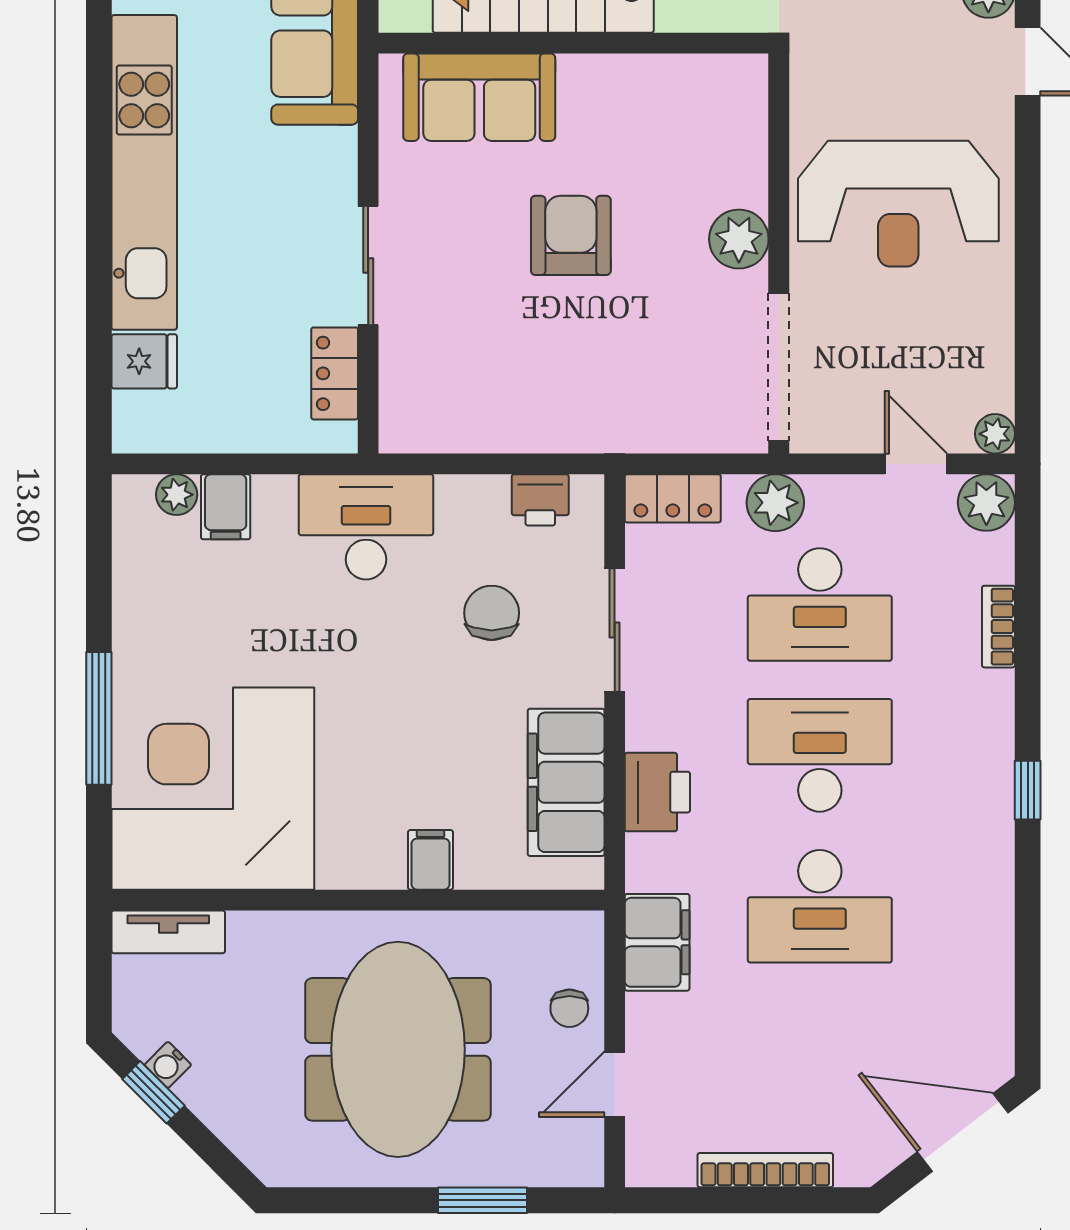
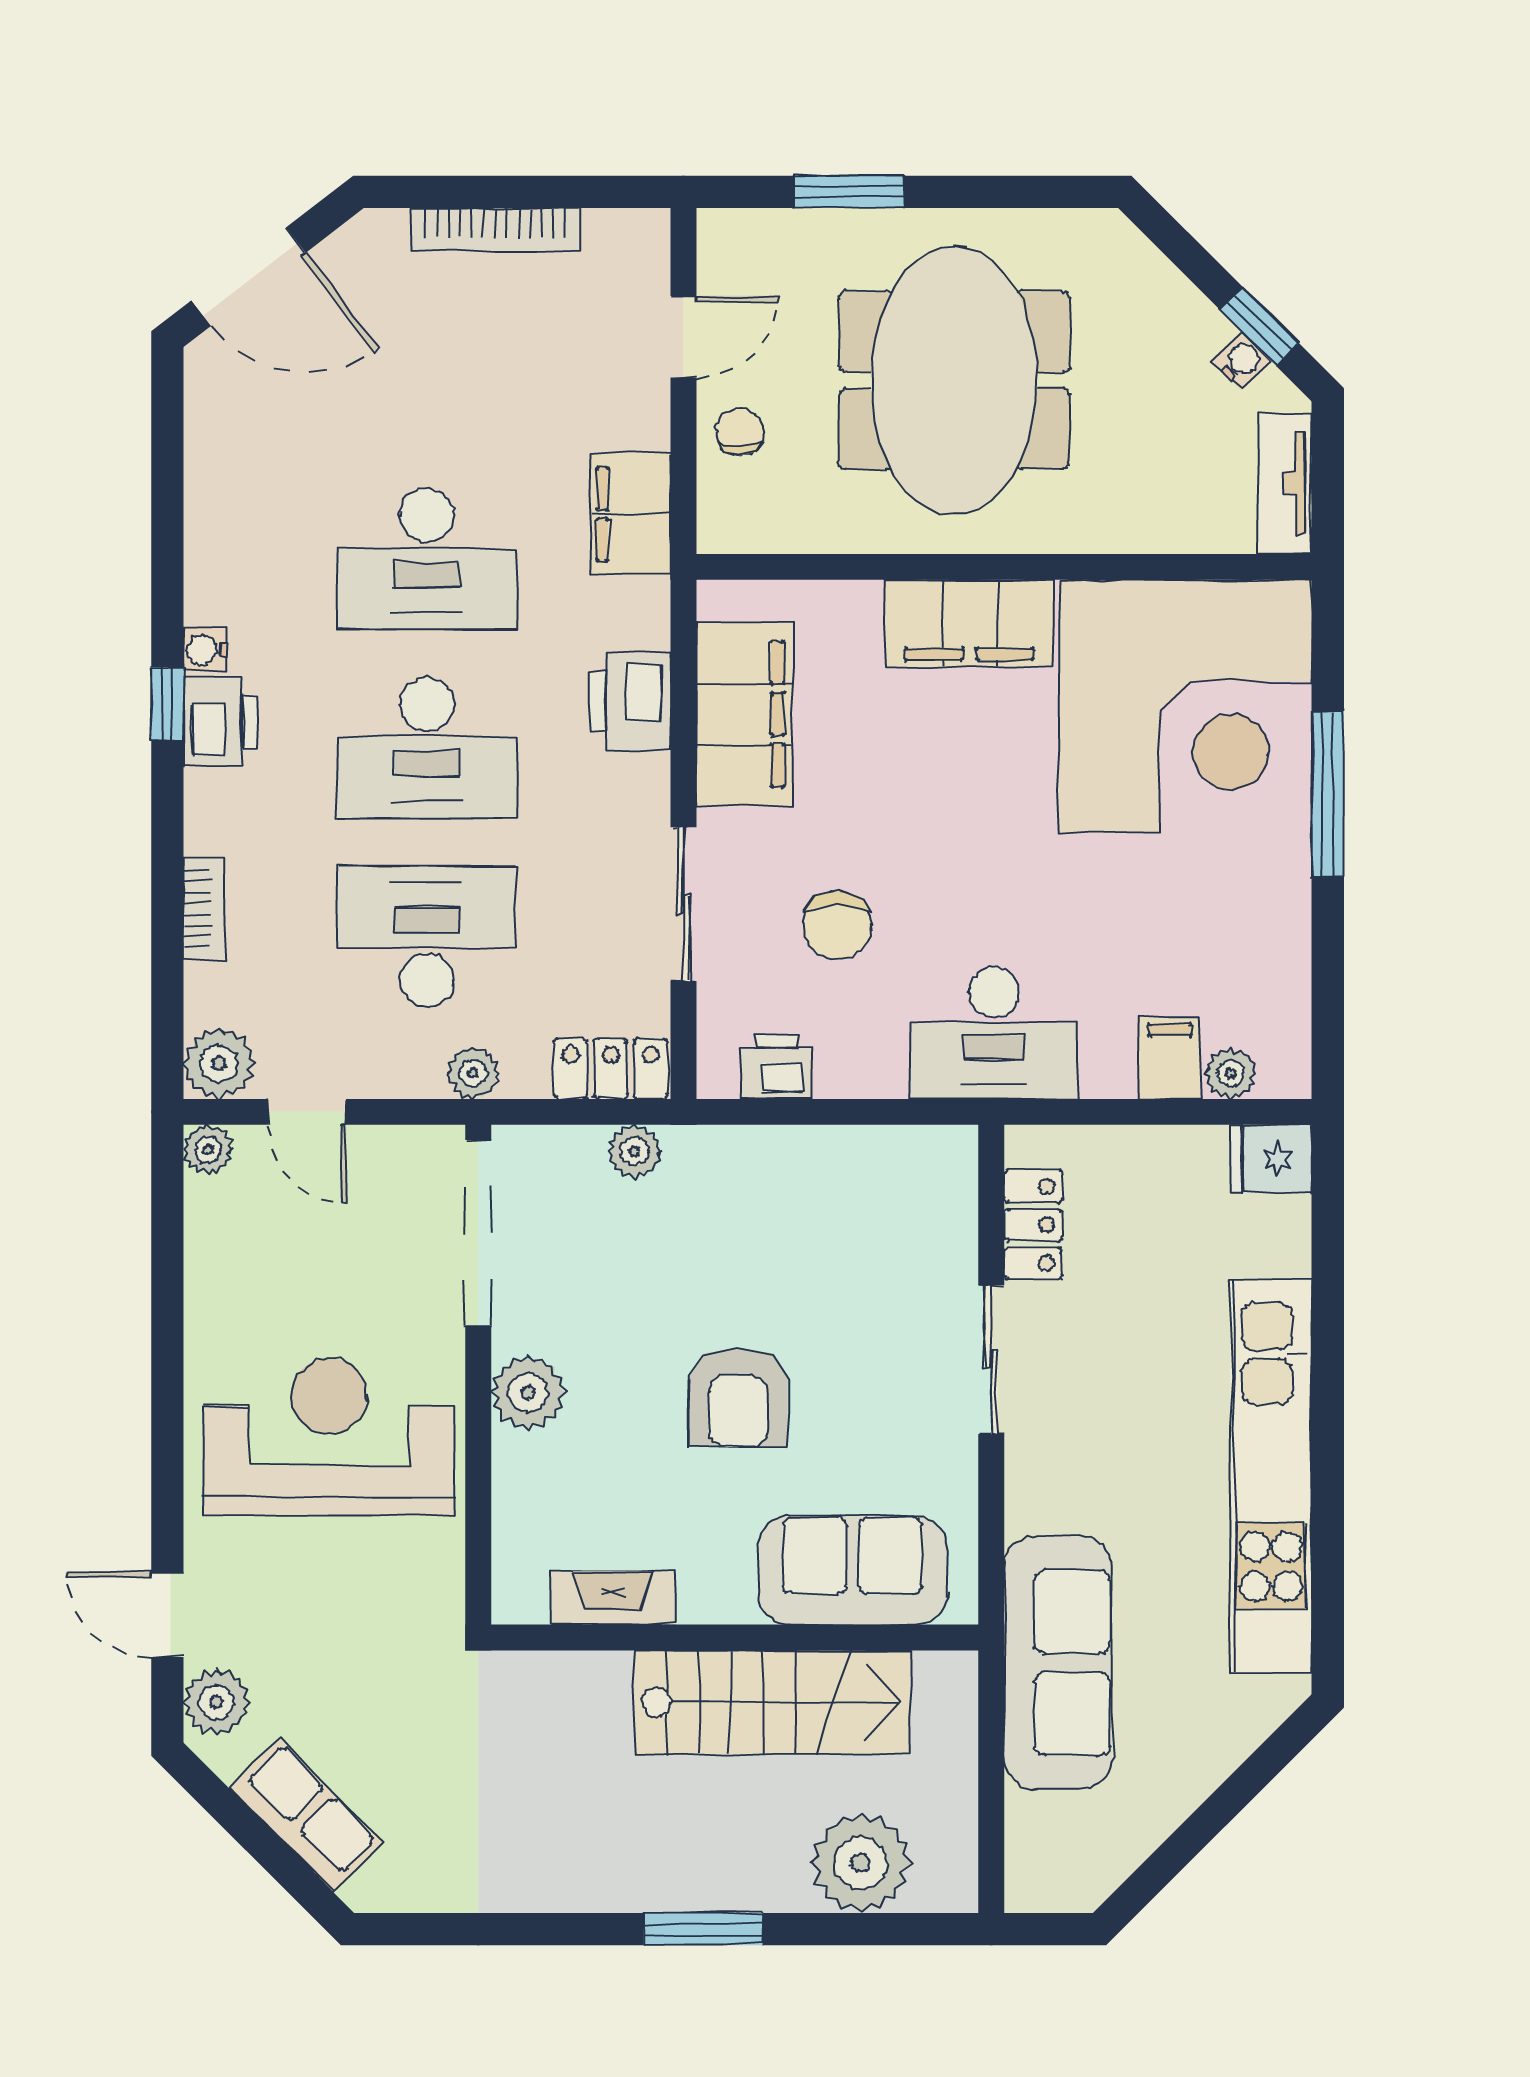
fireplace: (671, 75) -> (613, 1598), added
fridge: (144, 361) -> (1271, 1159), moved
plant: (654, 432) -> (634, 1151), added
plant: (775, 503) -> (473, 1073), width x0.73, depth x0.73
printer: (985, 776) -> (221, 722), added
water cooler: (997, 834) -> (205, 650), added
filing cabinet: (430, 860) -> (969, 623), width x3.00, depth x1.17
desk: (820, 906) -> (427, 559), turned 180
tv unit: (168, 932) -> (1285, 483), moved, turned -90

